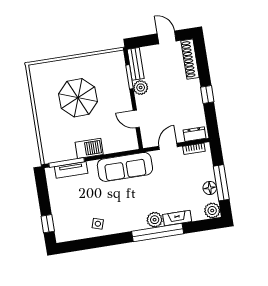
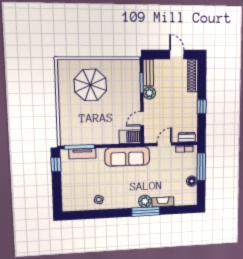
parasol: (78, 98) -> (90, 85), moved
door: (136, 119) -> (142, 119), hinge flipped
barbecue: (89, 148) -> (130, 137), moved
window: (221, 183) -> (201, 167), moved
plant: (212, 211) -> (191, 199), removed
window: (48, 224) -> (56, 165), moved
window: (158, 233) -> (146, 212), width x0.68

